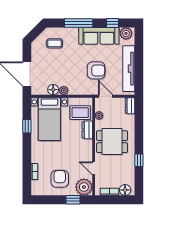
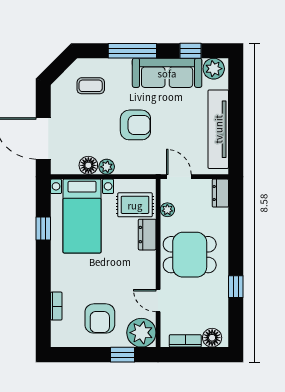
armchair: (96, 70) -> (135, 125), moved
armchair: (60, 179) -> (100, 318), turned 180

